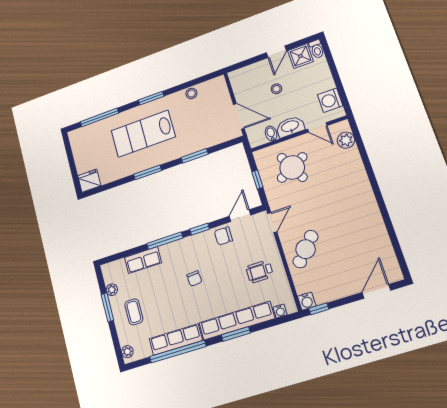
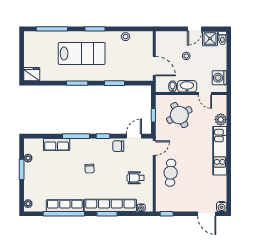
lab bench: (143, 134) -> (82, 53), turned 180
plant: (346, 140) -> (221, 120), moved
kitchen unit: (364, 196) -> (220, 151), added
cafe table: (305, 249) -> (171, 173), turned -39
door: (376, 291) -> (207, 214), swing flipped
water cooler: (307, 301) -> (222, 207), moved
coffee table: (134, 312) -> (40, 178), removed

